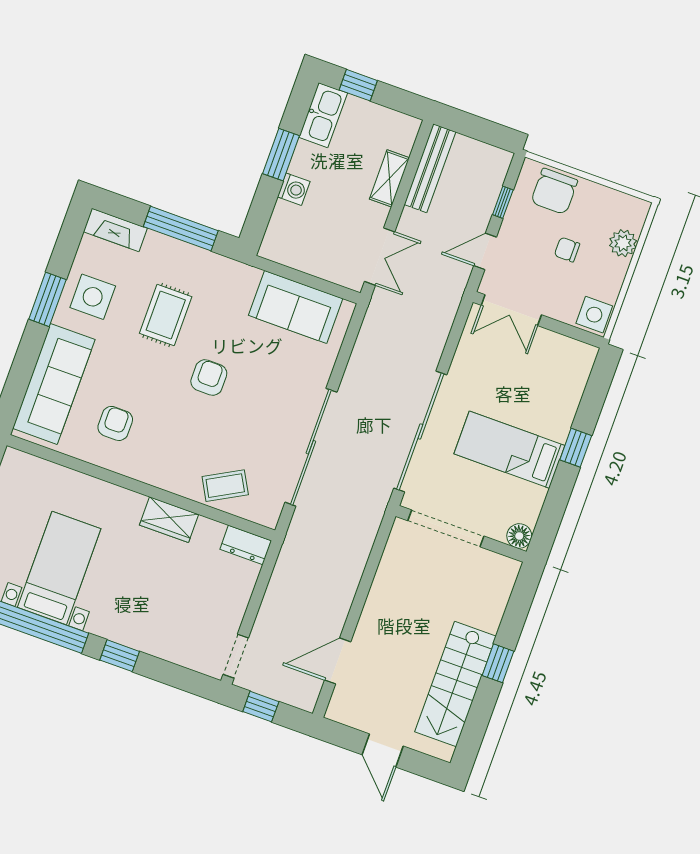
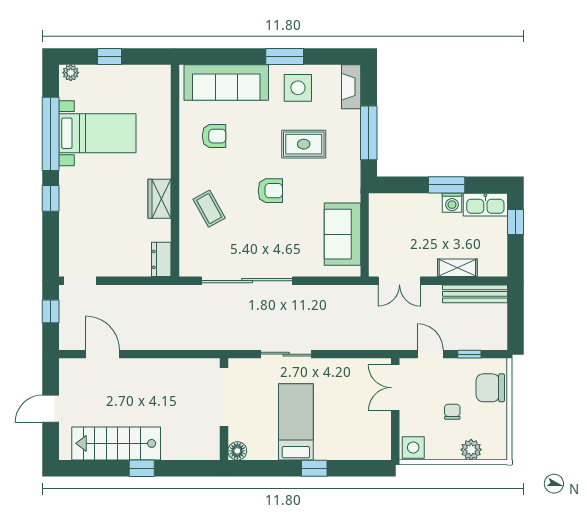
washing machine: (294, 189) -> (452, 203), moved
sliding door: (420, 432) -> (286, 354), width x0.54
coffee table: (225, 486) -> (209, 209), moved

